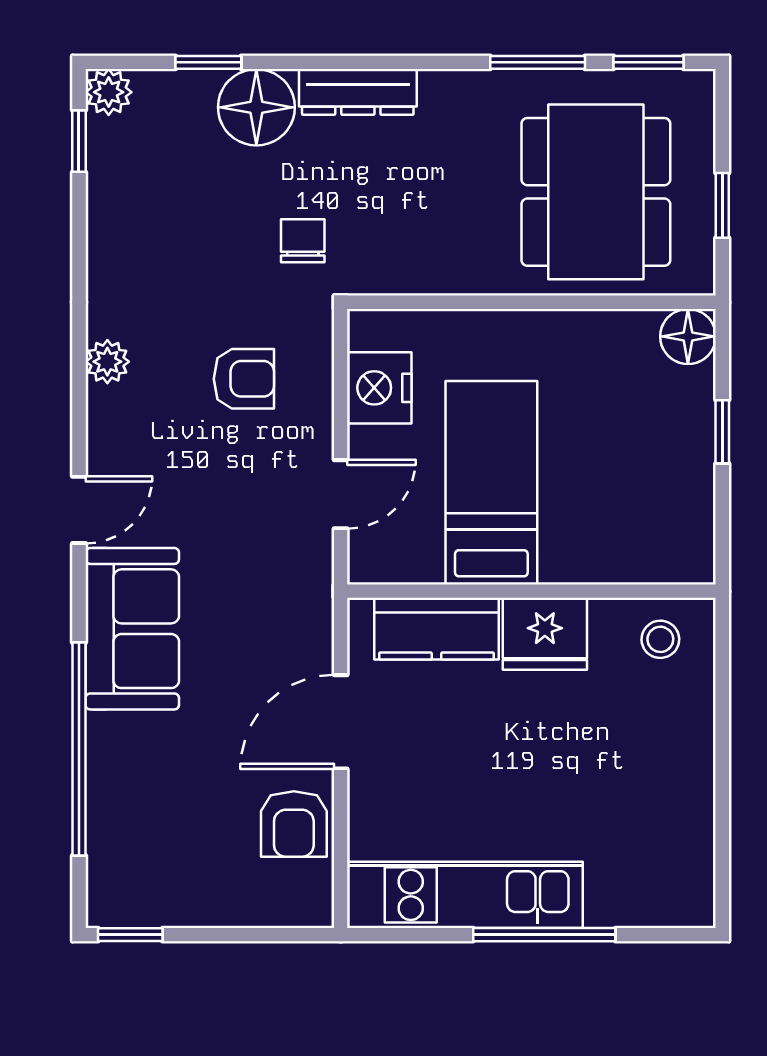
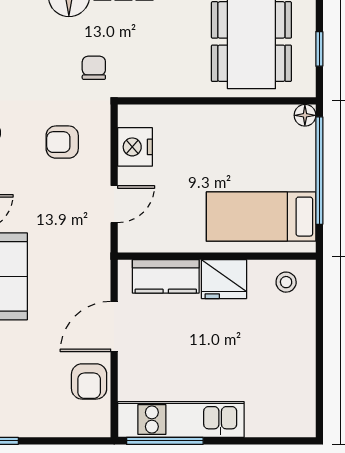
floor lamp: (688, 336) -> (305, 115), width x0.73, depth x0.73
armchair: (244, 379) -> (62, 142), turned 180
window: (722, 432) -> (319, 171), width x3.17
bed: (491, 483) -> (261, 217), moved, turned -90
window: (544, 935) -> (165, 441), moved

